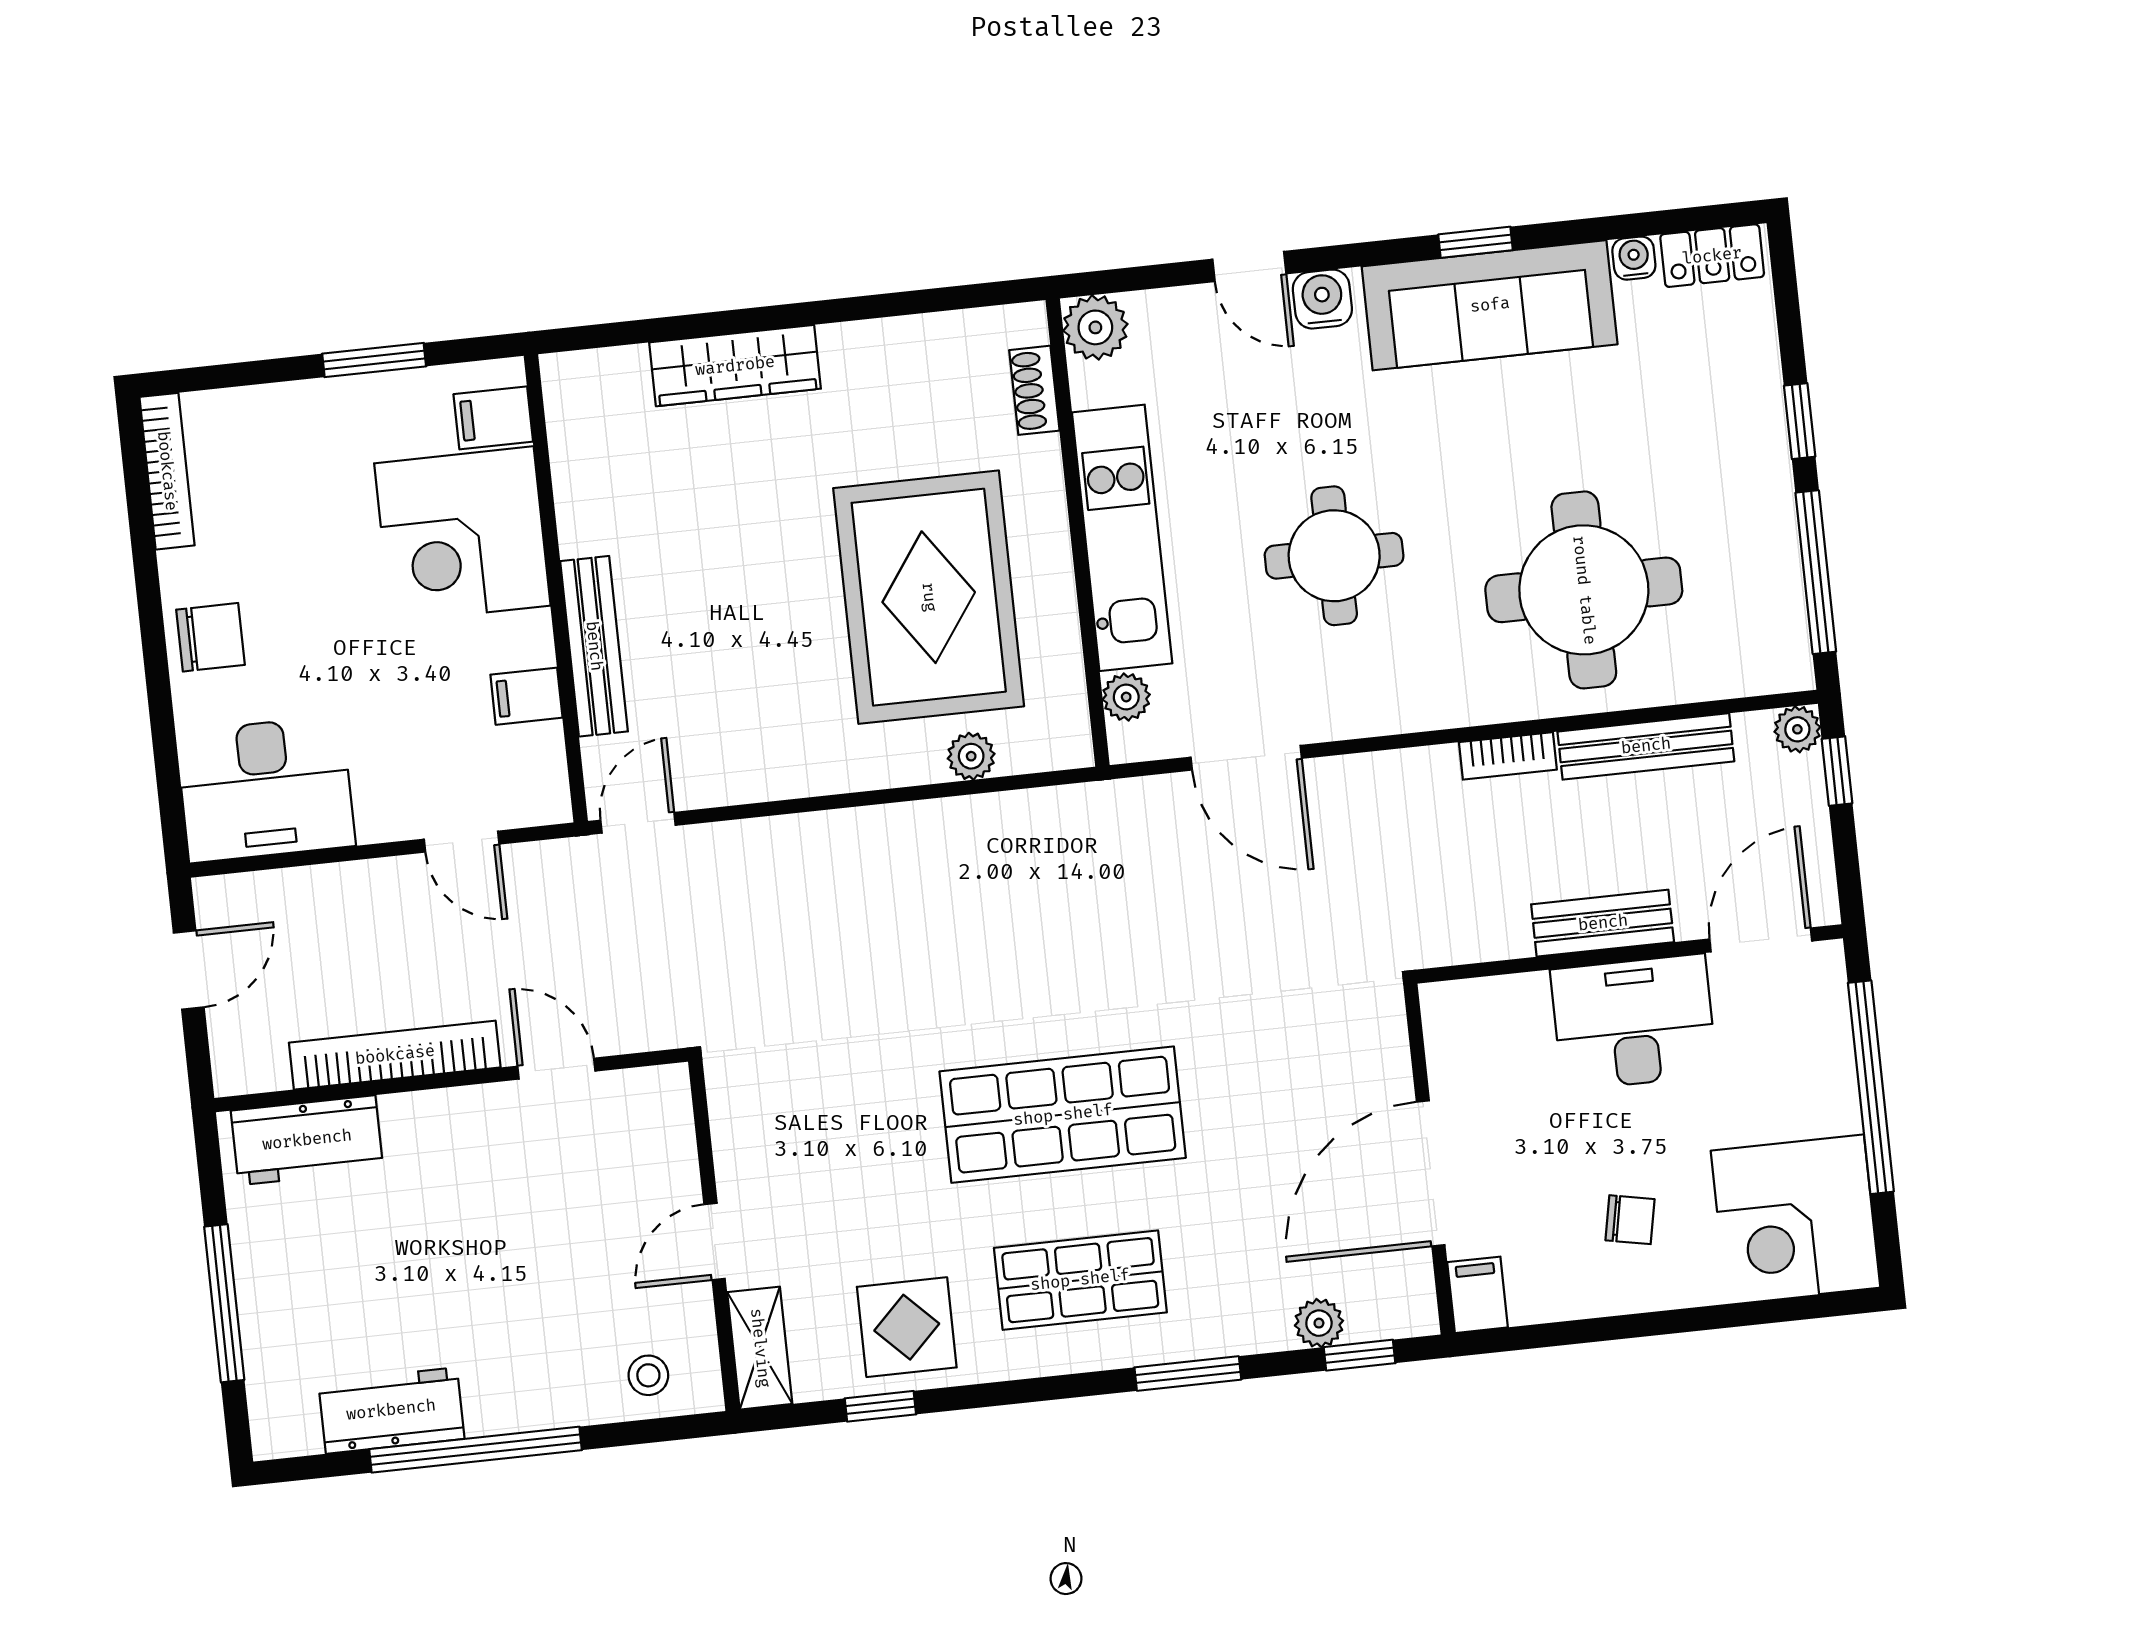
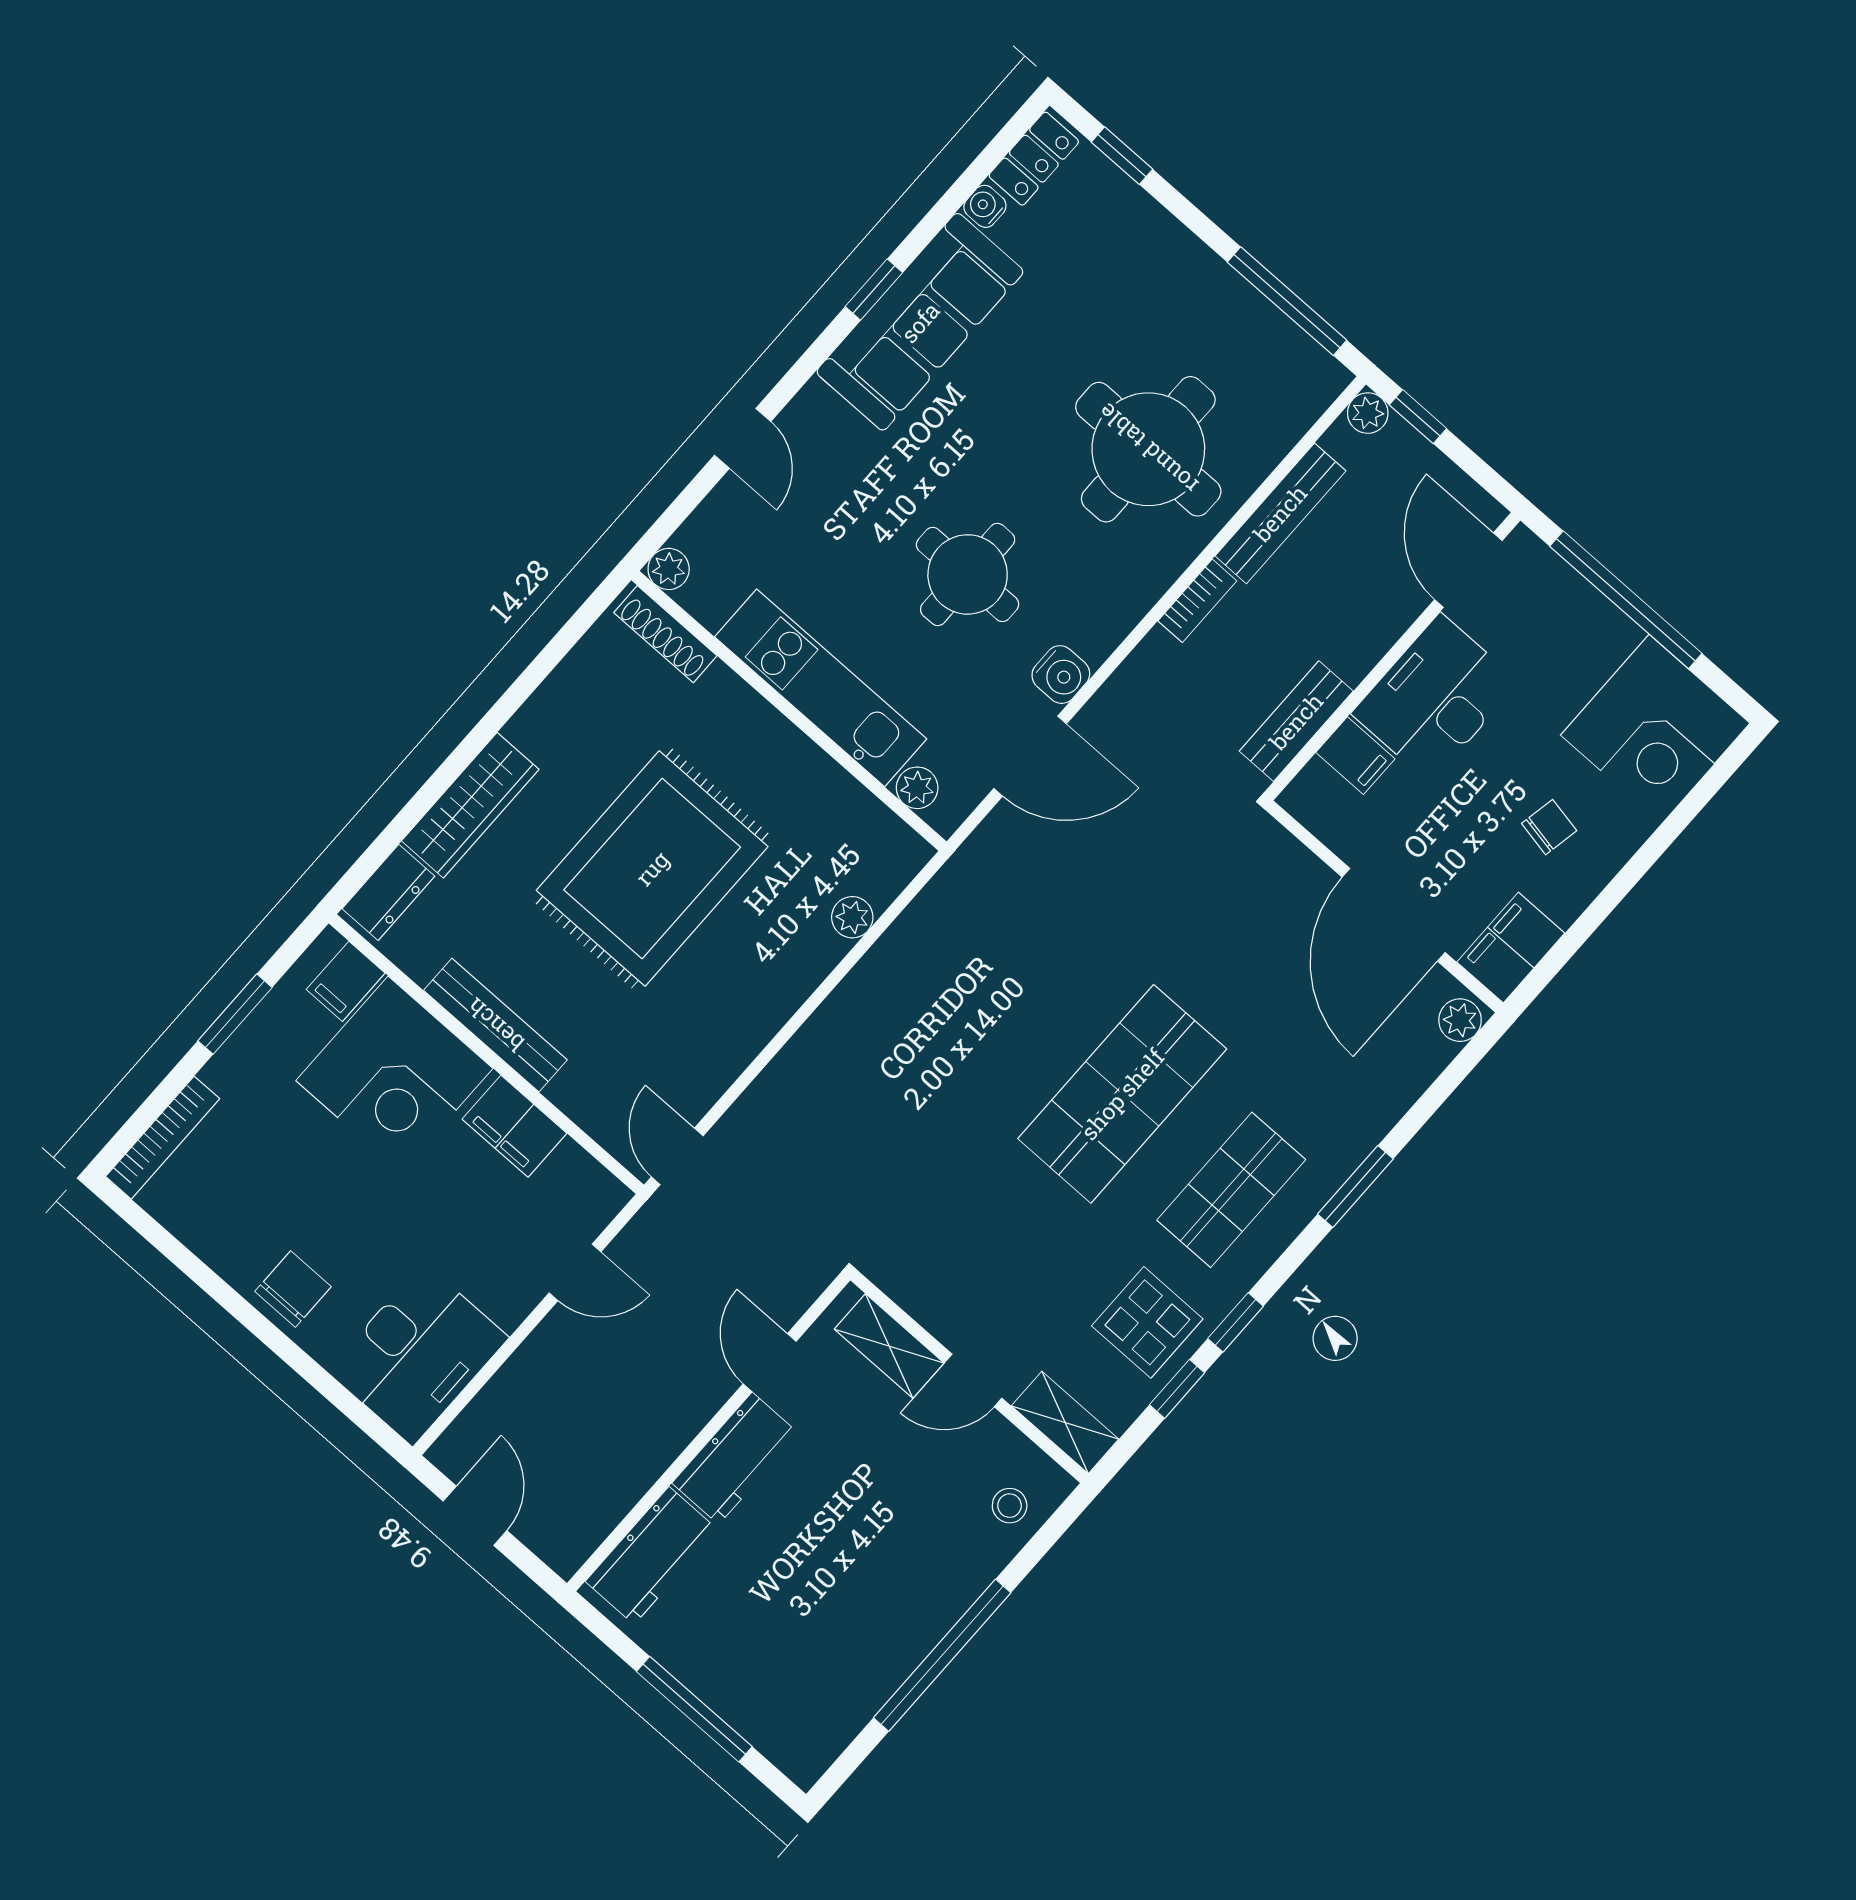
door: (1249, 266) -> (743, 438), hinge flipped
water cooler: (1322, 299) -> (1061, 675), moved, turned 180
plant: (1095, 327) -> (669, 569), width x0.73, depth x0.73
dresser: (598, 376) -> (388, 892), added
shoe rack: (1034, 390) -> (665, 634), width x1.43
window: (1800, 421) -> (1122, 156), moved
bookcase: (167, 471) -> (163, 1138), moved, turned 90
rug: (929, 597) -> (652, 868), moved, turned 90
bench: (594, 646) -> (495, 1025), moved
filing cabinet: (526, 696) -> (514, 1126), width x2.00
bench: (1603, 923) -> (1296, 721), moved
filing cabinet: (1522, 1009) -> (1355, 756), added
bookcase: (395, 1055) -> (658, 1449), removed
door: (556, 1069) -> (770, 1363), hinge flipped
shelving: (670, 1147) -> (889, 1346), added
door: (715, 1241) -> (973, 1381), hinge flipped
filing cabinet: (1478, 1295) -> (1511, 948), width x2.00
plant: (1319, 1323) -> (1460, 1020), moved
window: (1360, 1355) -> (1236, 1322), moved
workbench: (391, 1410) -> (735, 1458), moved, turned 180

